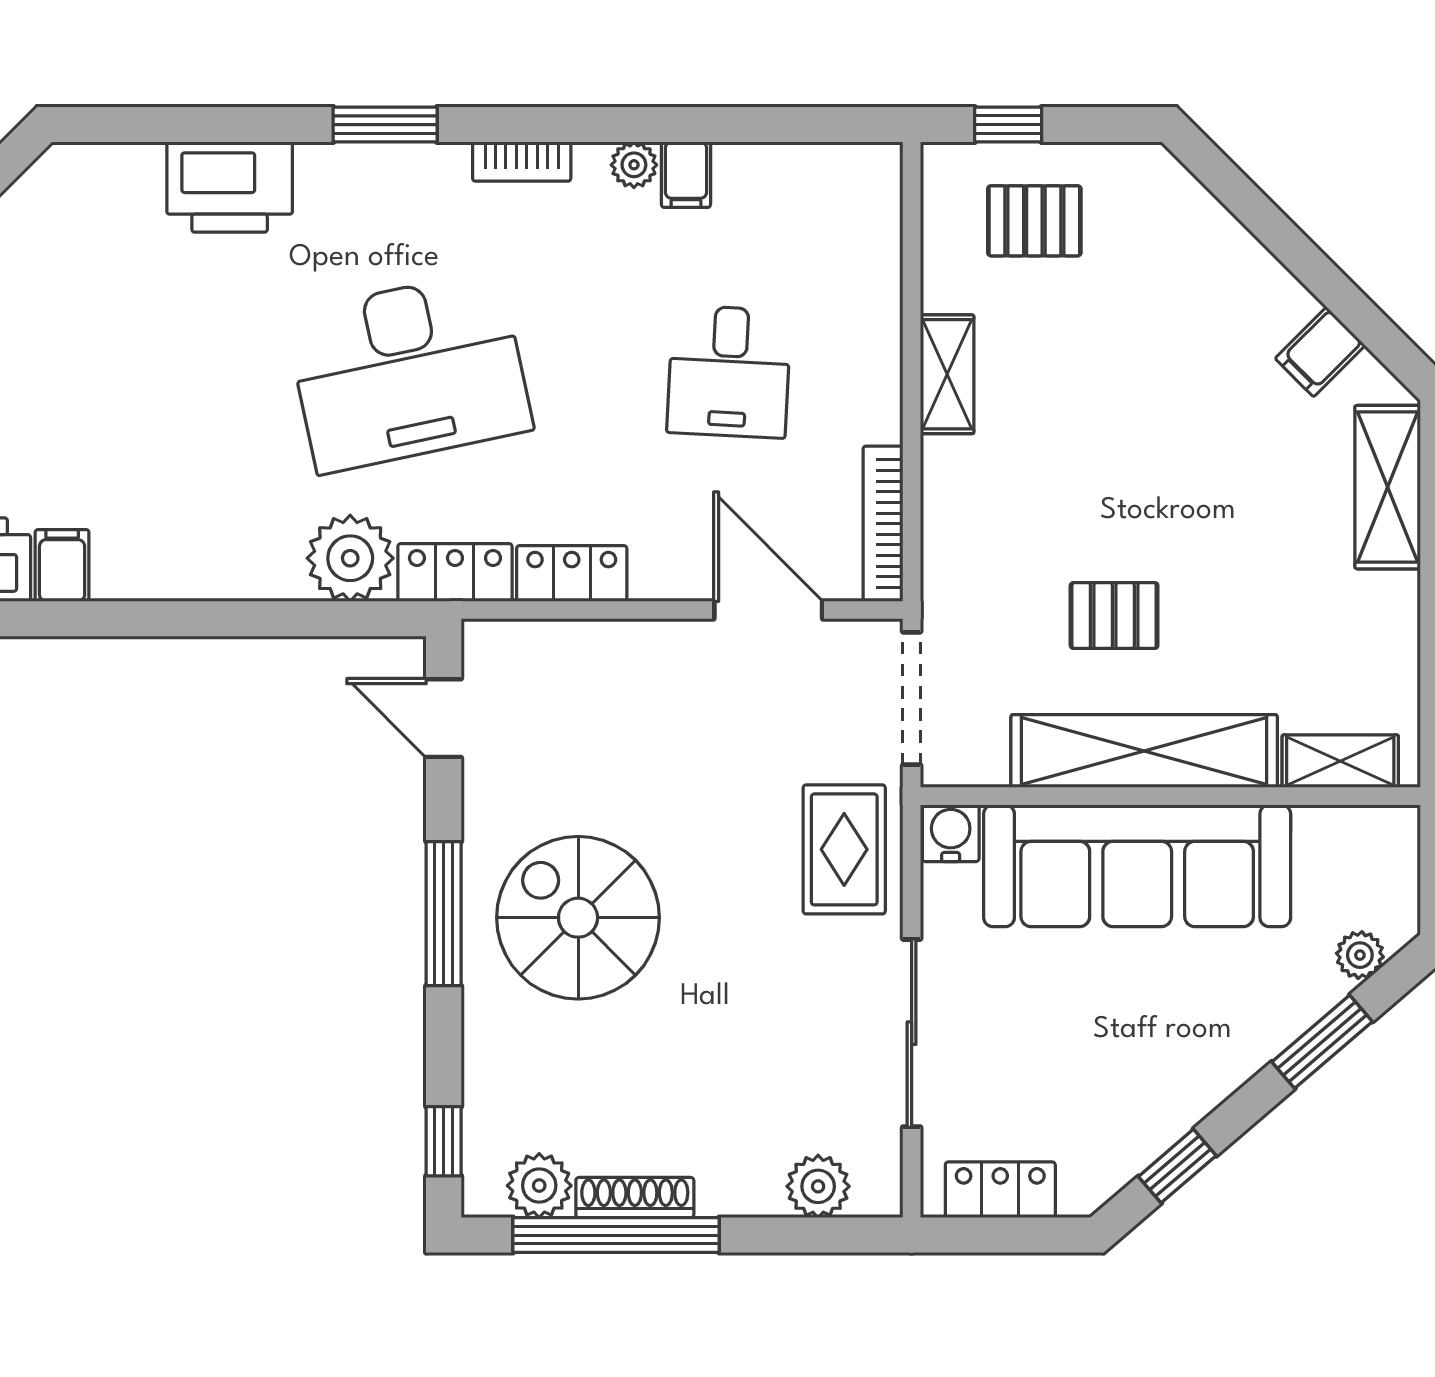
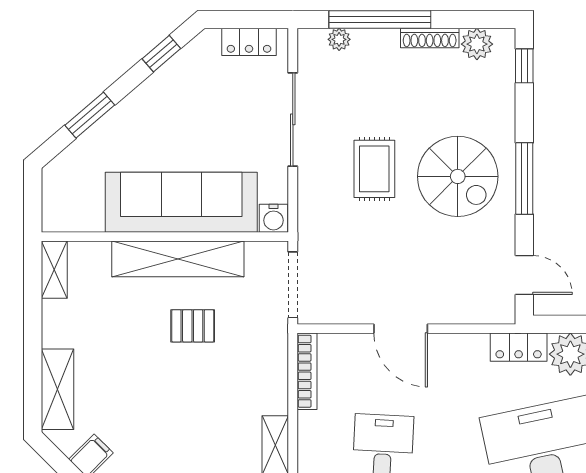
locker: (572, 573) -> (461, 347), removed
door: (768, 610) -> (401, 329), moved
shelving: (1340, 761) -> (54, 270), moved, turned 90
rug: (844, 849) -> (374, 169), moved
plant: (1360, 955) -> (71, 158), removed
plant: (818, 1186) -> (339, 39), width x0.73, depth x0.73
window: (616, 1235) -> (380, 20), moved

